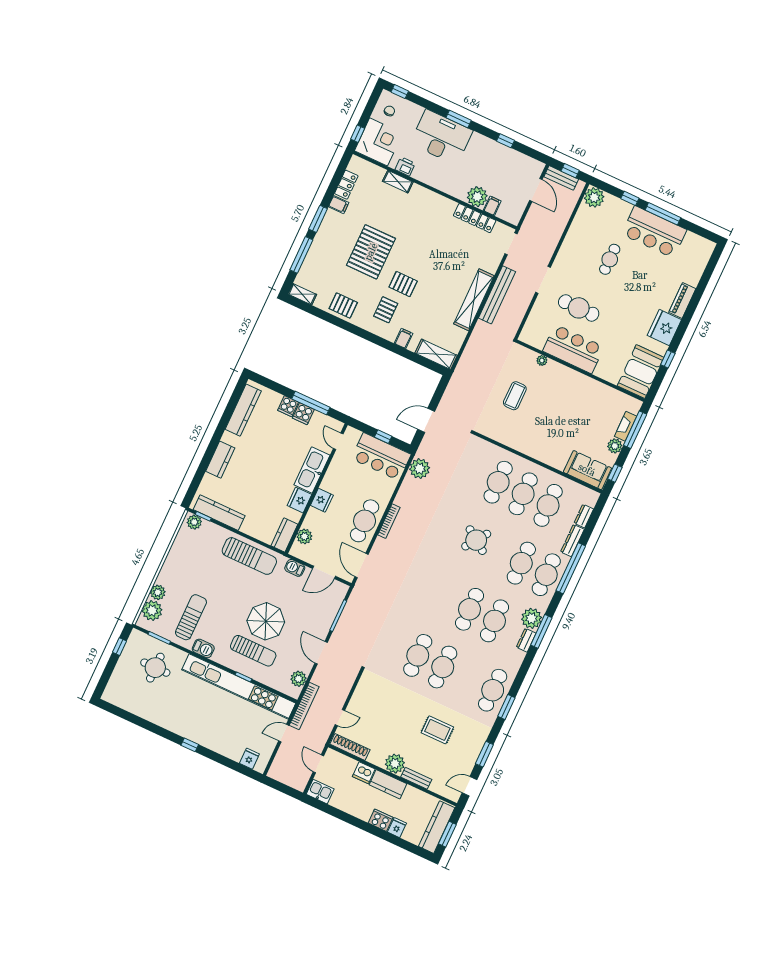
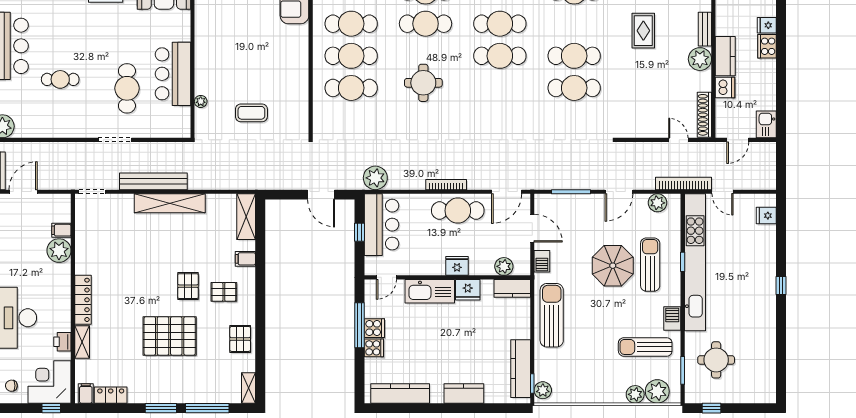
filing cabinet: (339, 205) -> (86, 393), moved
locker: (475, 218) -> (83, 300), moved
round table: (476, 540) -> (423, 83), turned -35

